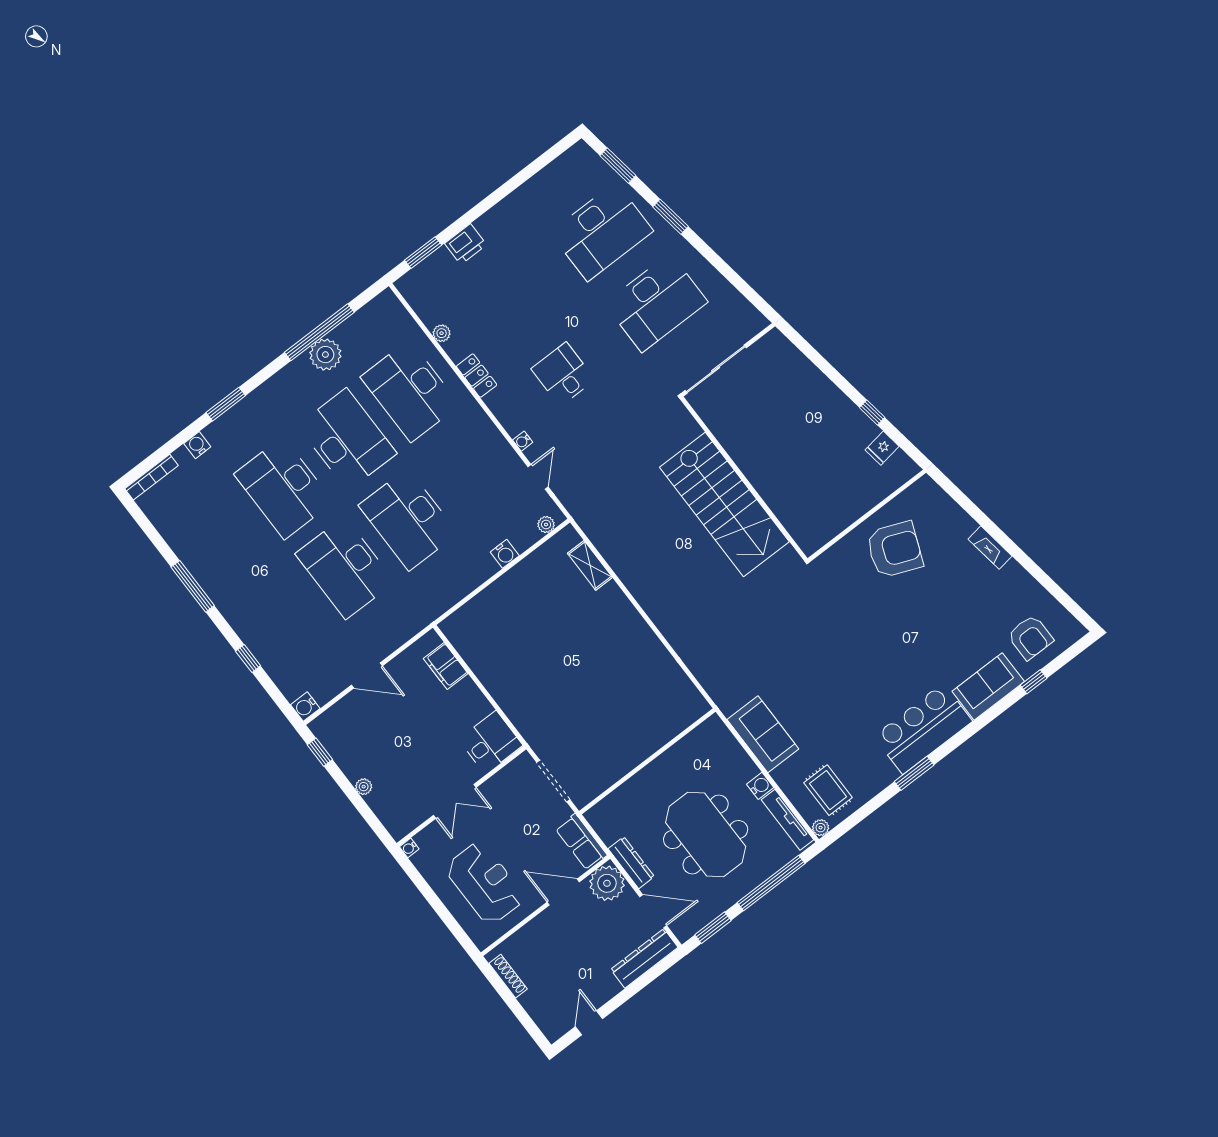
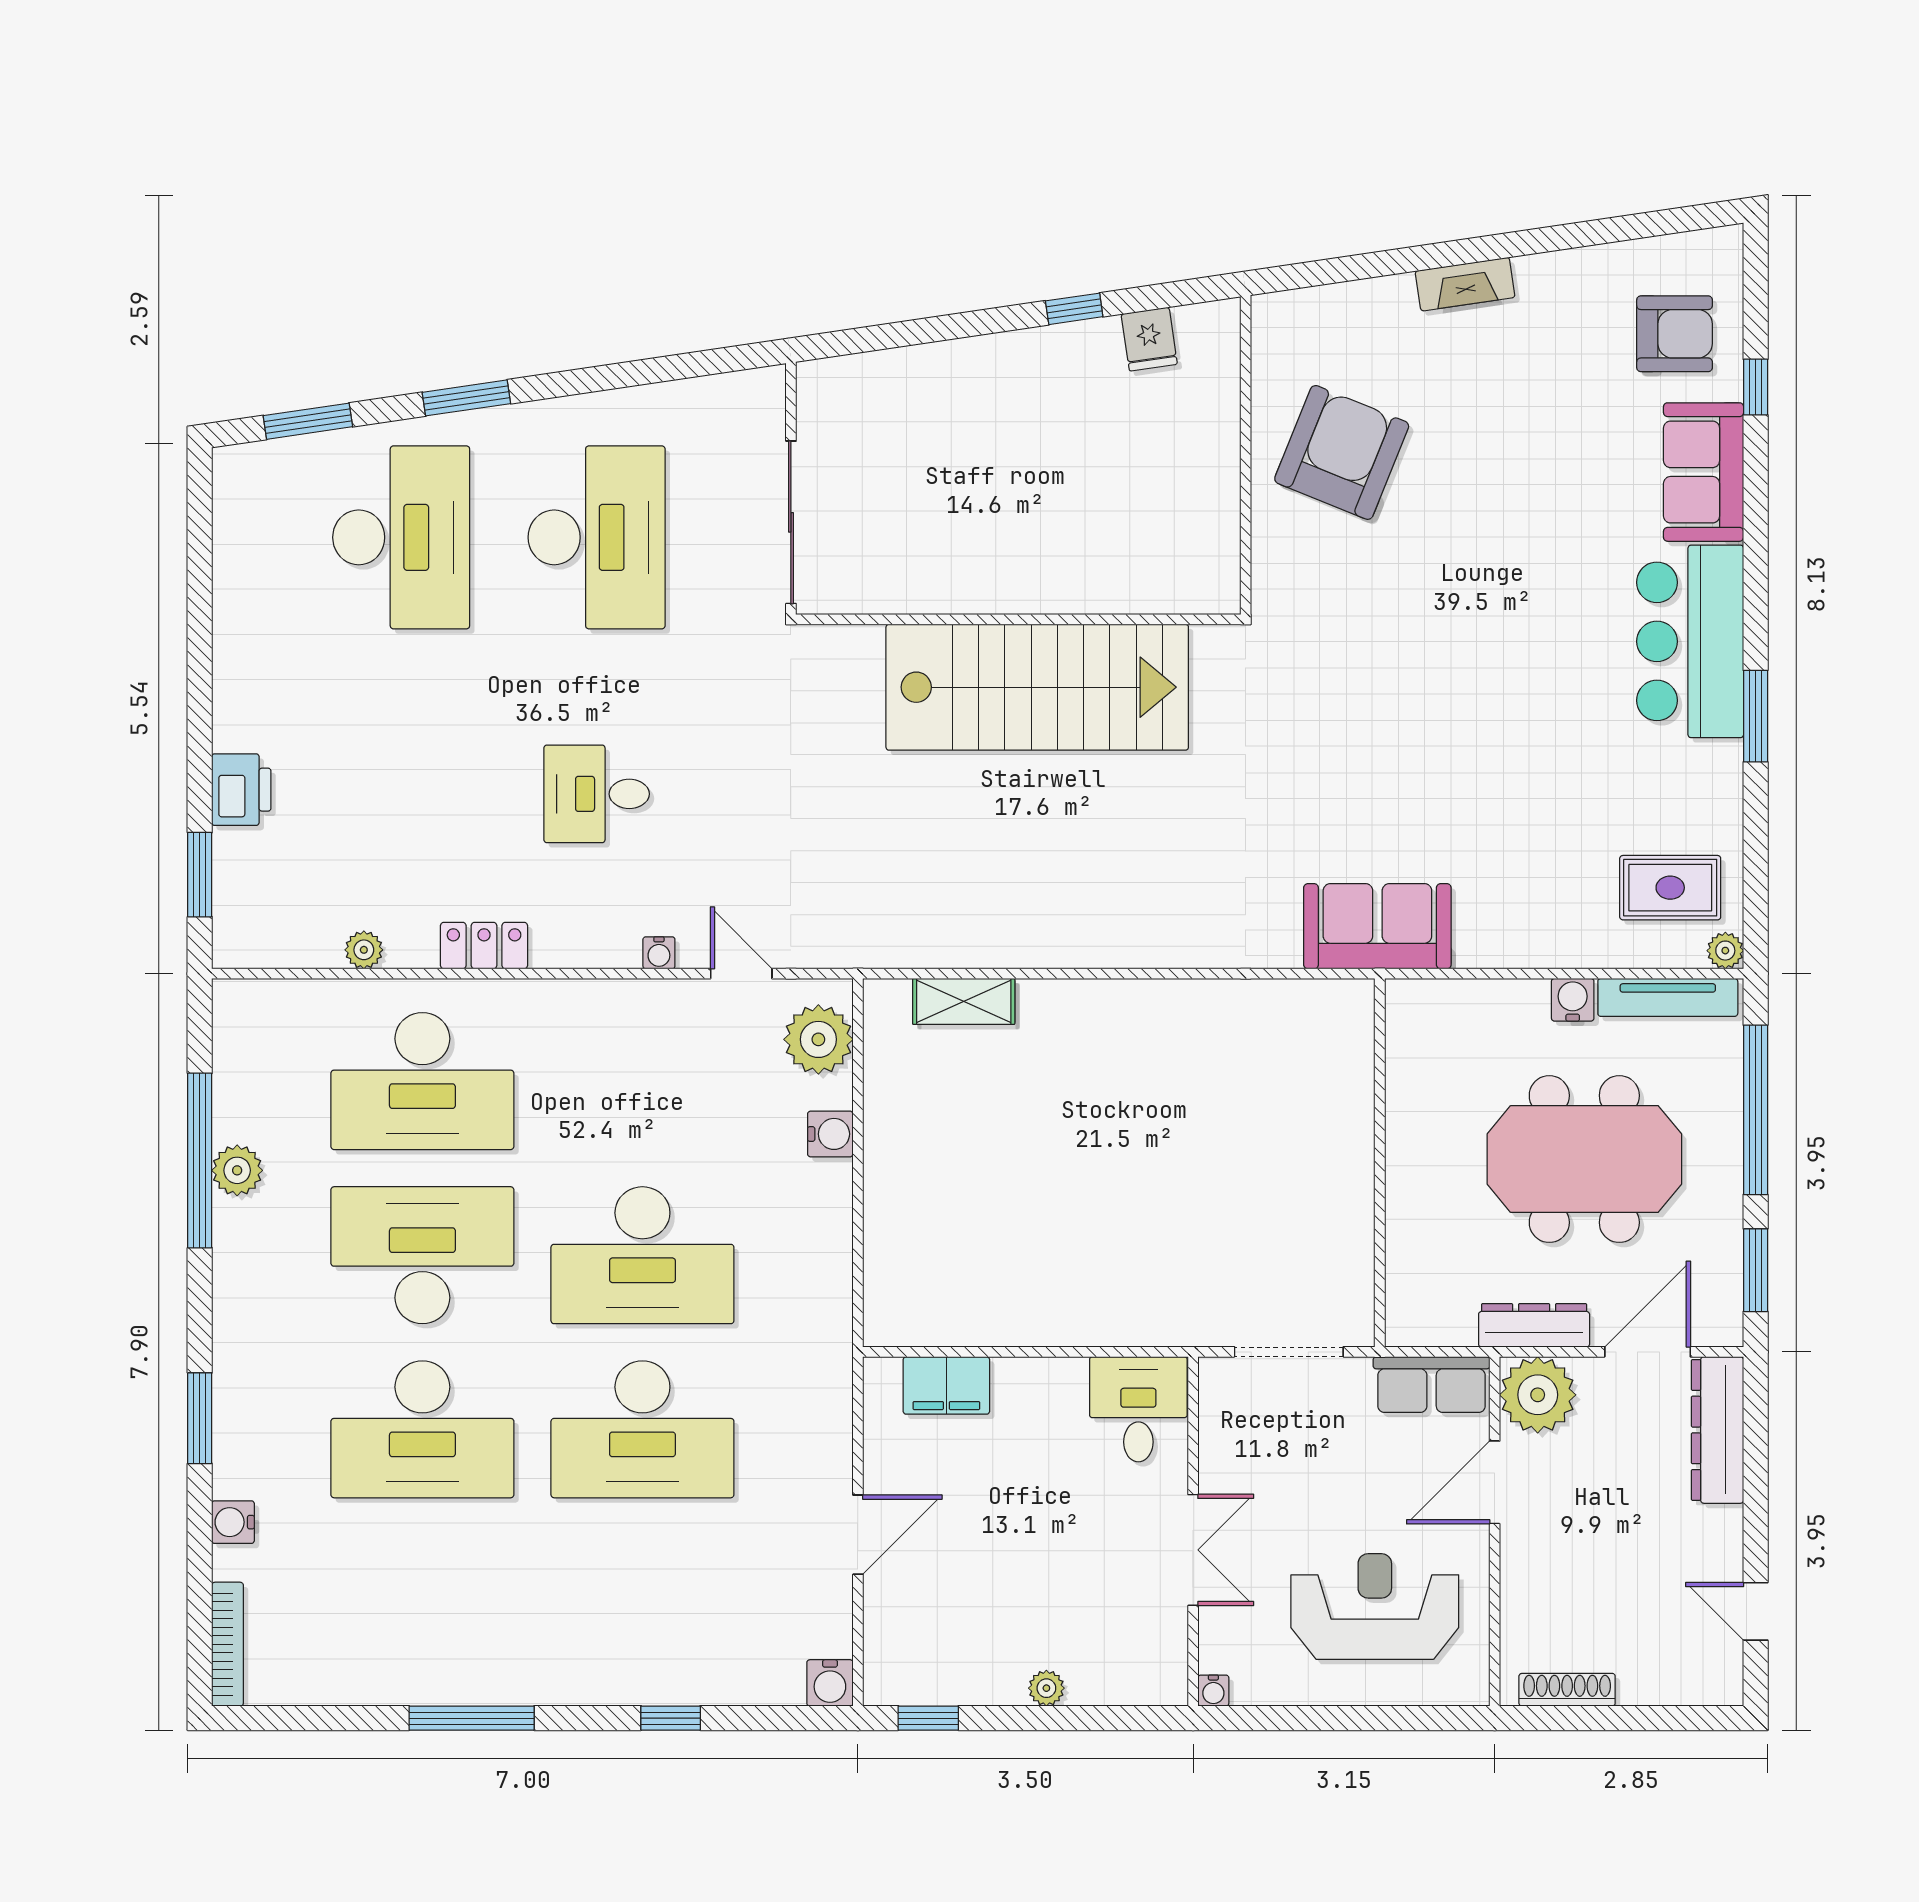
plant: (325, 355) -> (237, 1170), width x0.73, depth x0.73
plant: (546, 525) -> (818, 1039), width x1.87, depth x1.87
sofa: (763, 734) -> (1377, 926), moved

